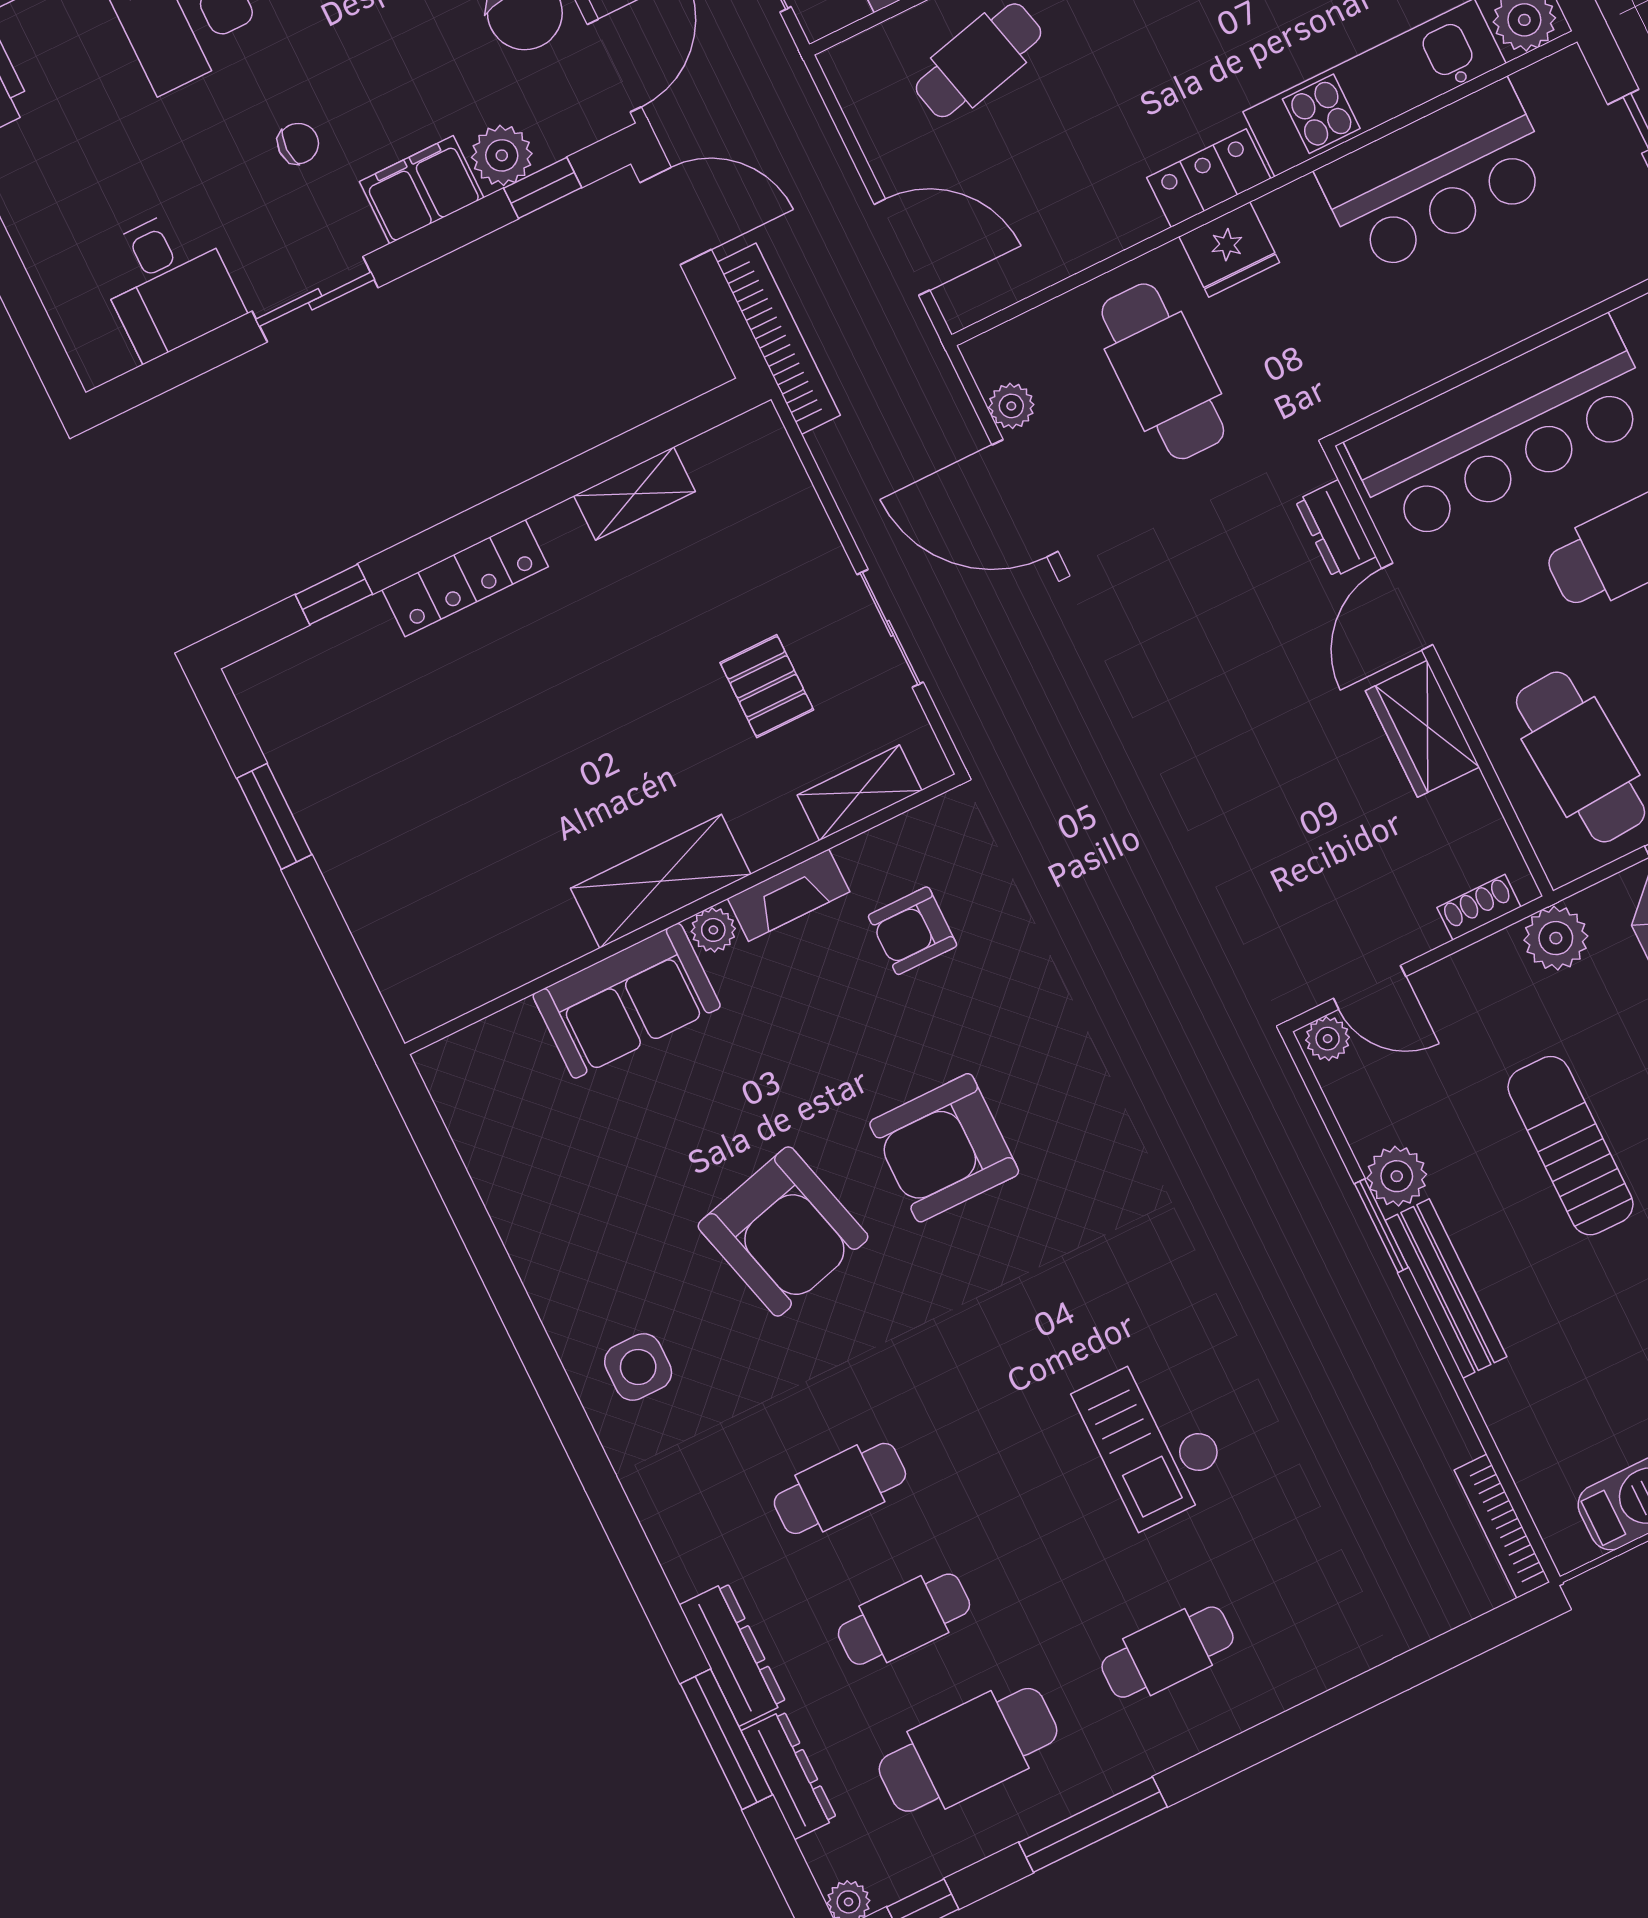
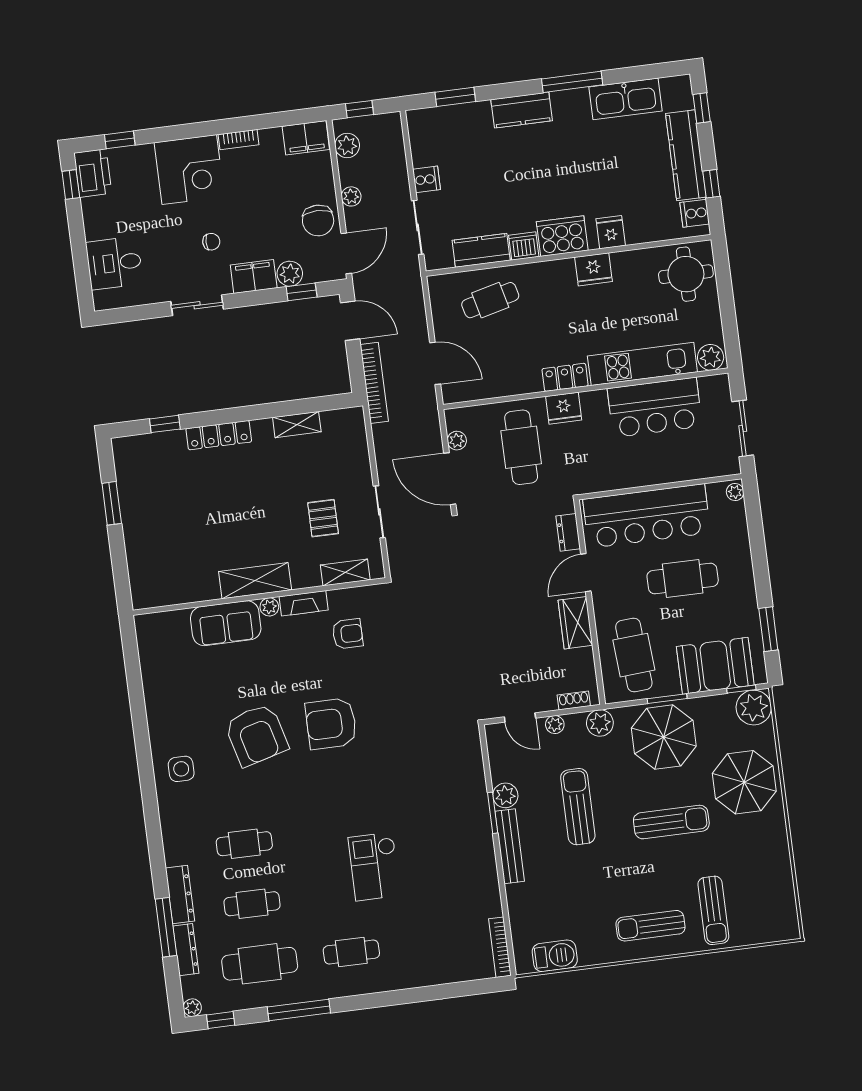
desk: (168, 283) -> (114, 263), moved, turned 90
armchair: (912, 931) -> (348, 634), turned 180
plant: (1328, 1039) -> (555, 725), moved

